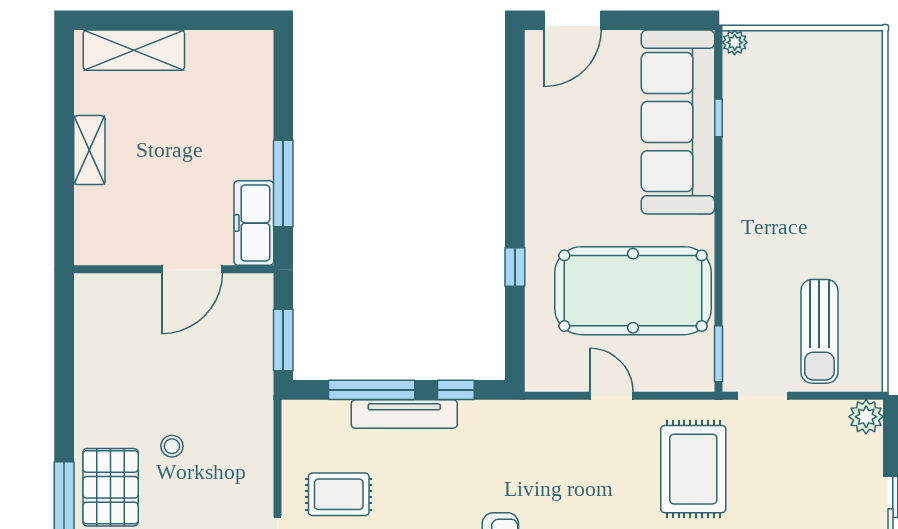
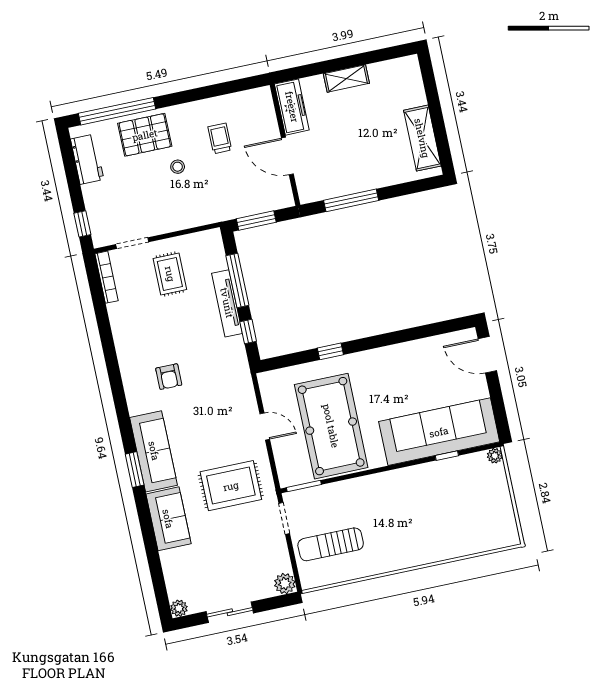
shelving: (134, 50) -> (422, 138), moved
freezer: (254, 223) -> (292, 107), moved, turned 90
trolley: (141, 370) -> (220, 138), added
door: (611, 396) -> (265, 427), hinge flipped

